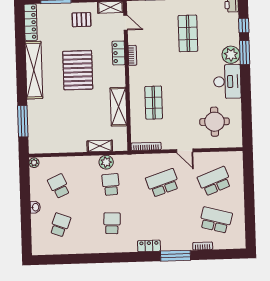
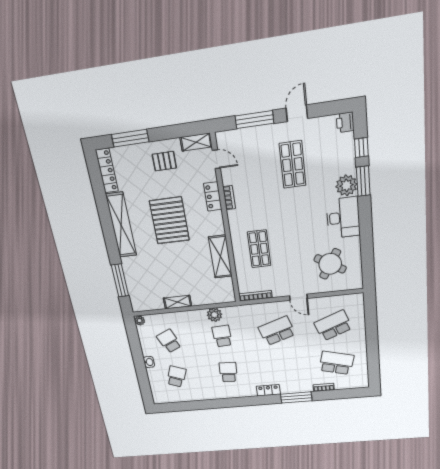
round table: (215, 122) -> (330, 264), turned 31
shelving: (100, 146) -> (177, 302), moved

